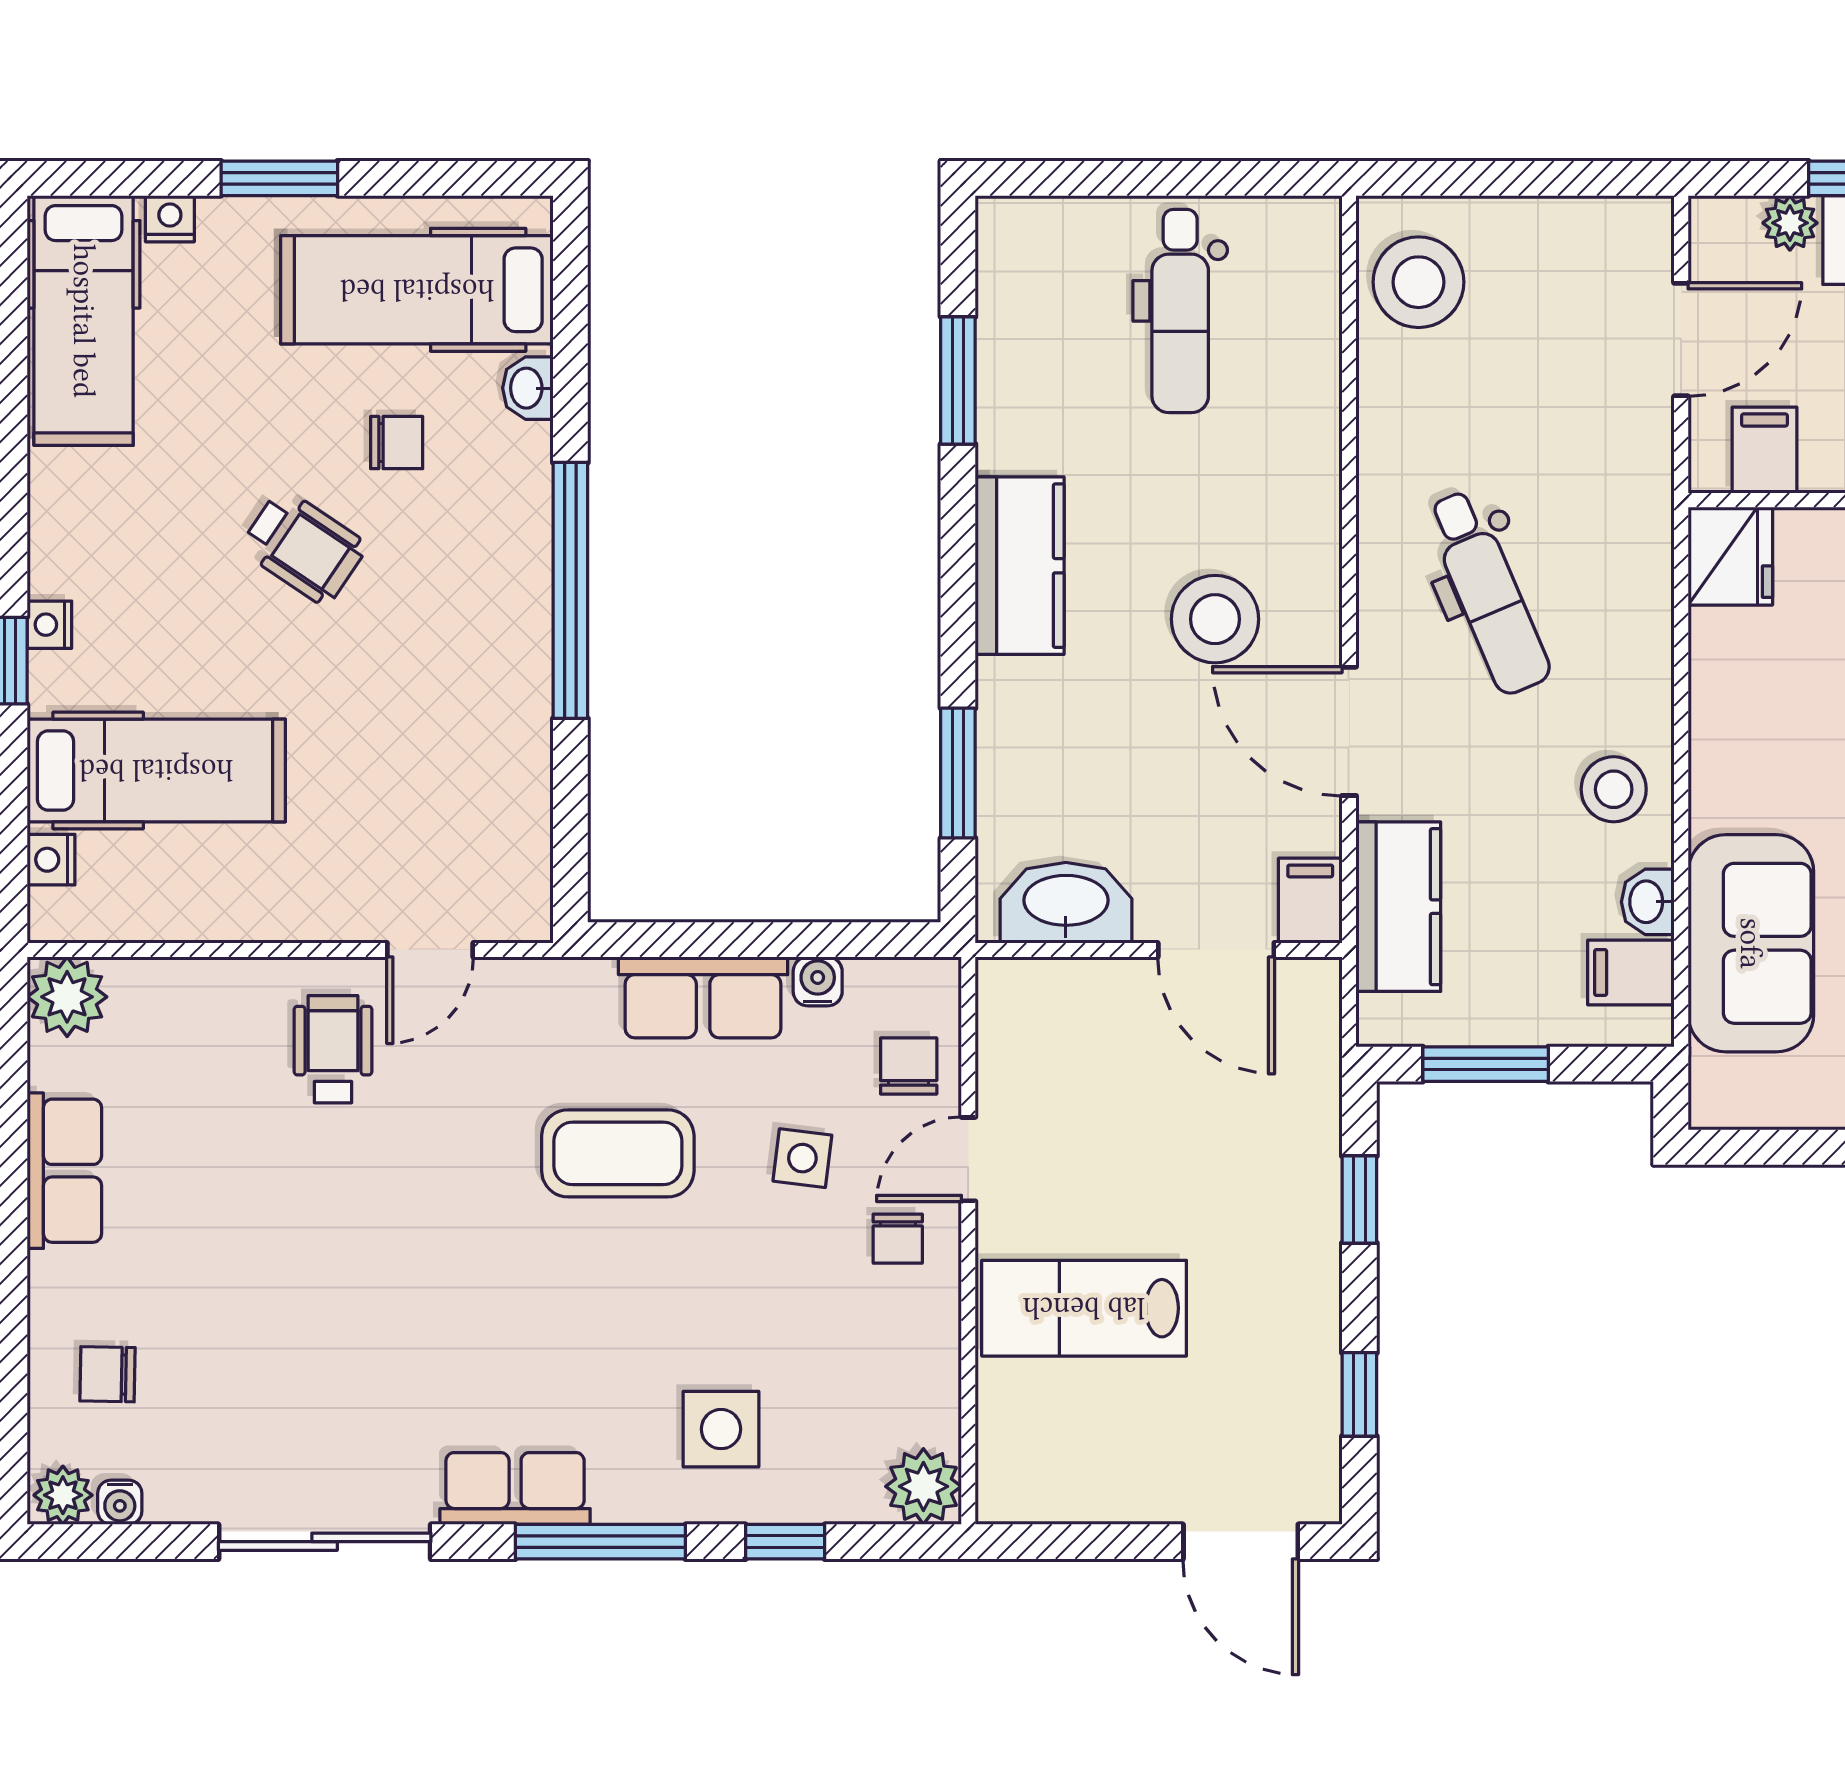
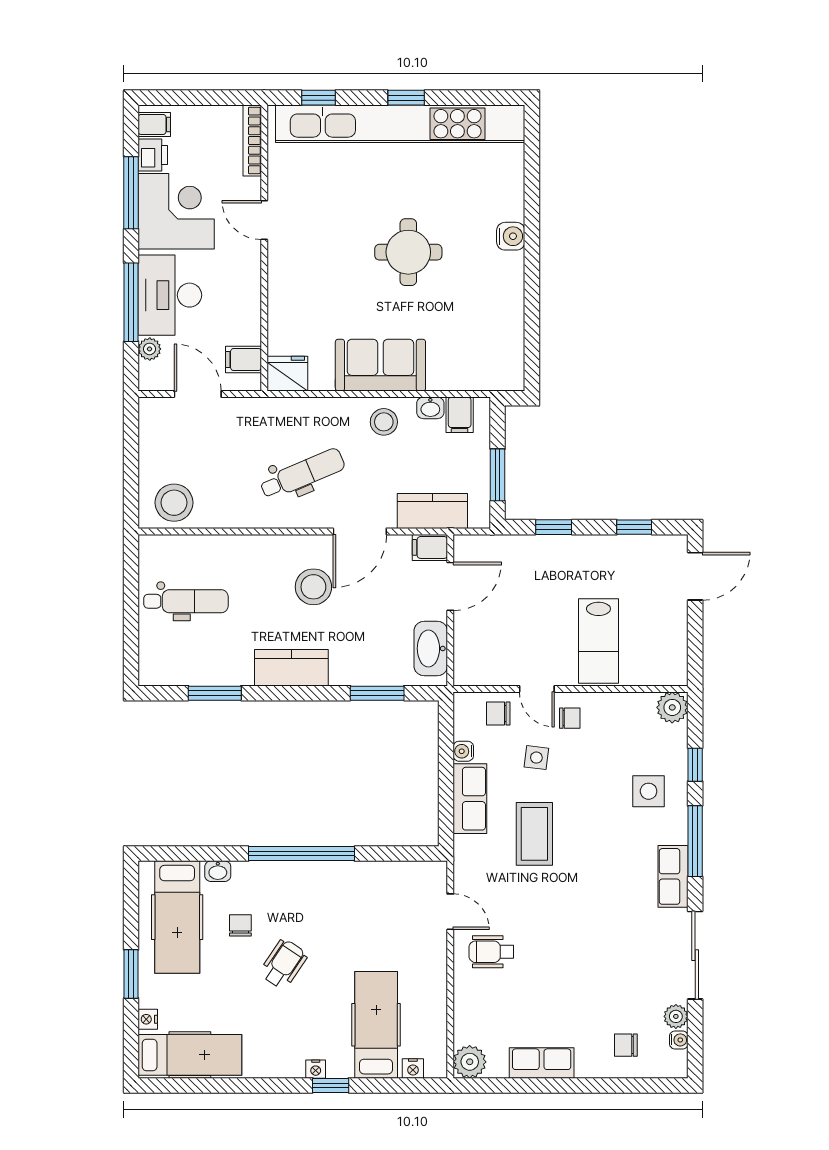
sofa: (1751, 943) -> (380, 365), moved
chair: (107, 1374) -> (626, 1045), turned 89
plant: (63, 1495) -> (676, 1016), moved

